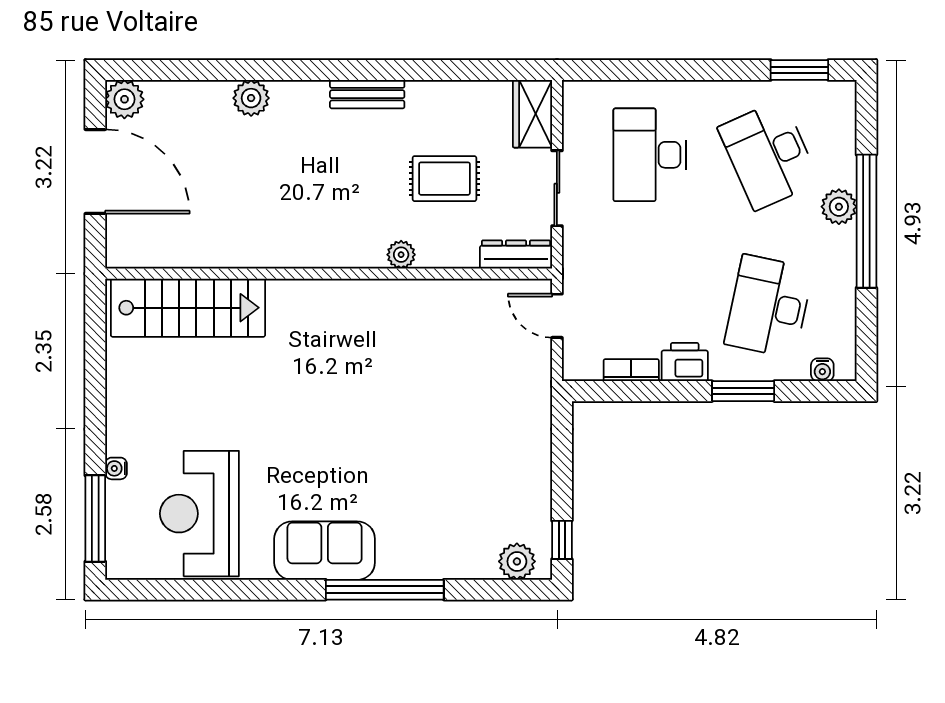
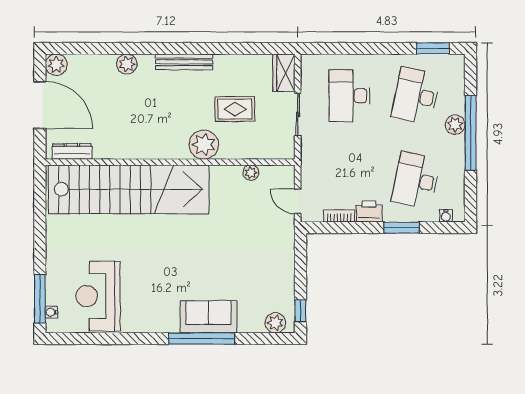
bench: (367, 94) -> (184, 62), width x1.36
desk: (769, 155) -> (416, 96), turned 36
plant: (401, 255) -> (204, 145), width x1.87, depth x1.87
dresser: (516, 255) -> (72, 151), moved
plant: (473, 293) -> (251, 173), added
stairs: (188, 308) -> (129, 189), width x1.86, depth x1.51
door: (557, 316) -> (298, 201), moved
water cooler: (116, 468) -> (52, 312), moved
sofa: (325, 551) -> (209, 317), moved

